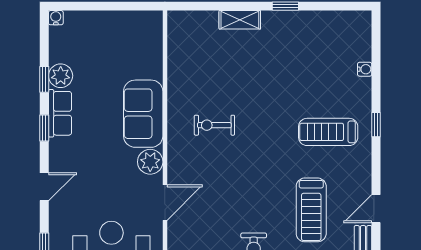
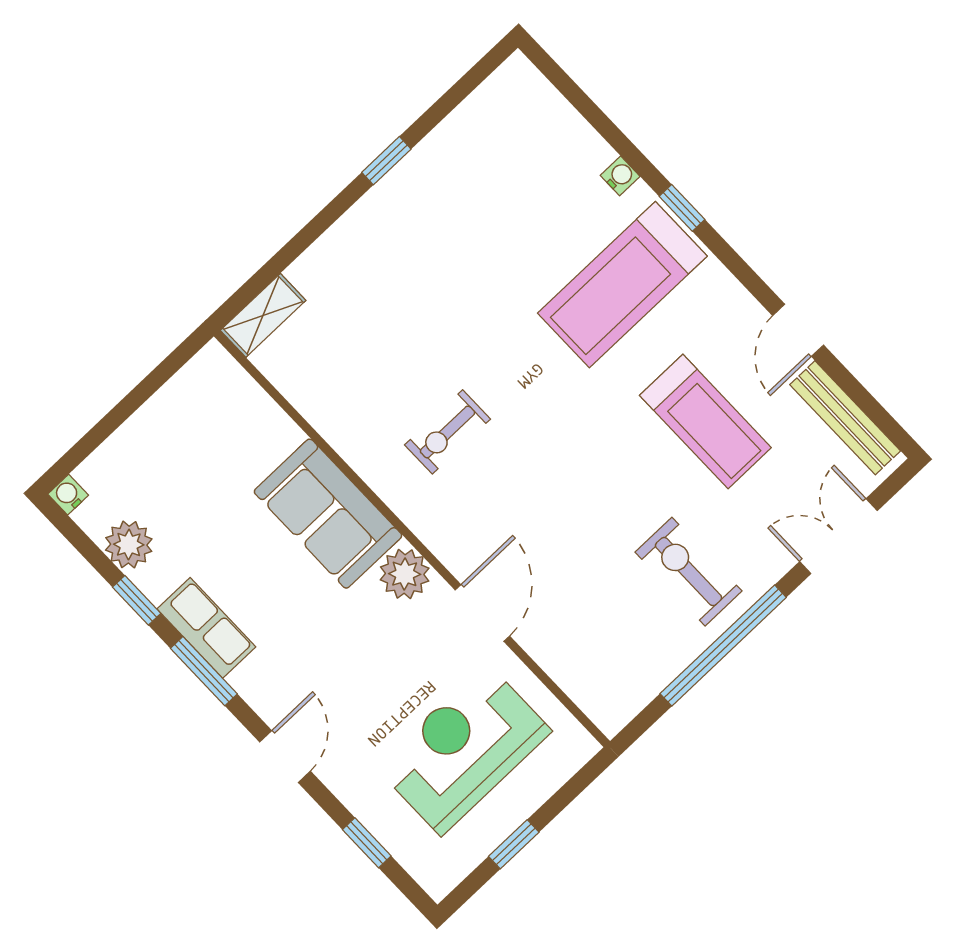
shelving: (240, 20) -> (263, 315), moved
water cooler: (365, 69) -> (620, 176), moved
plant: (61, 76) -> (129, 545), moved
window: (44, 128) -> (204, 671), width x1.50
treadmill: (328, 132) -> (622, 285), width x1.37, depth x1.38

